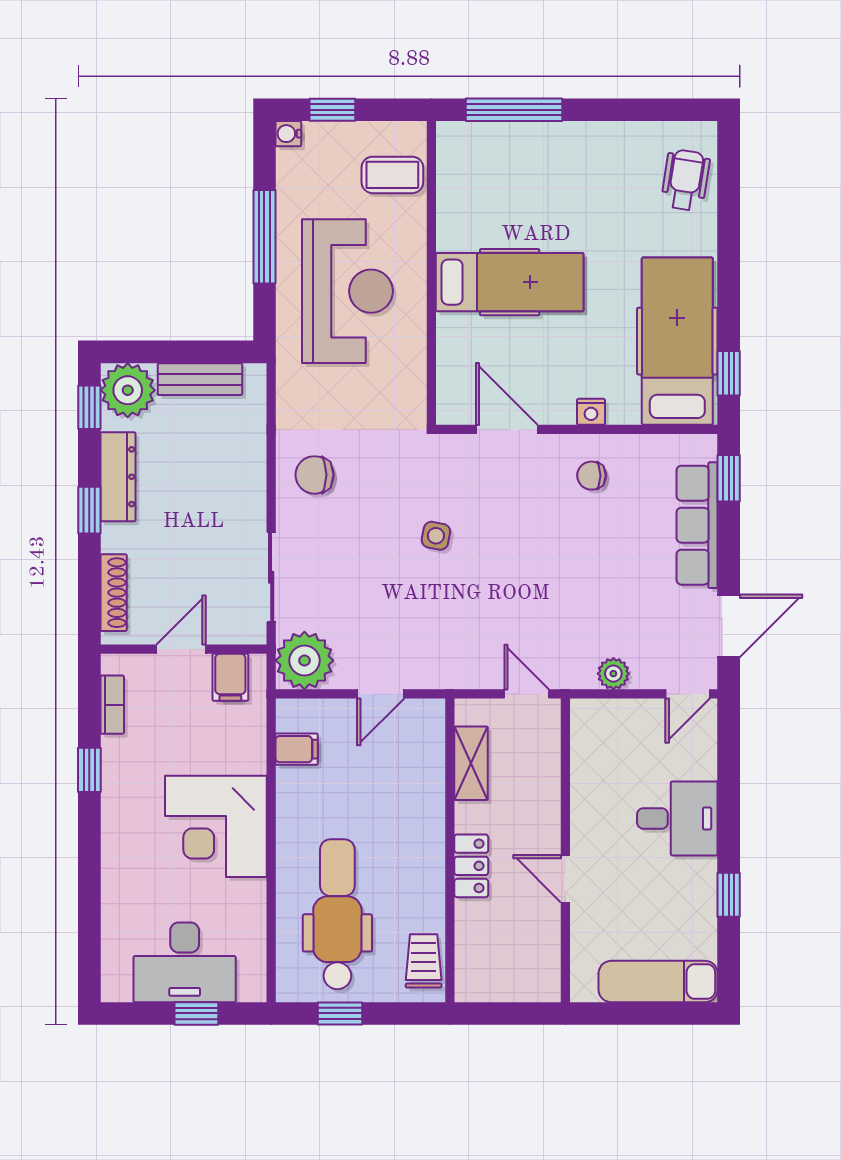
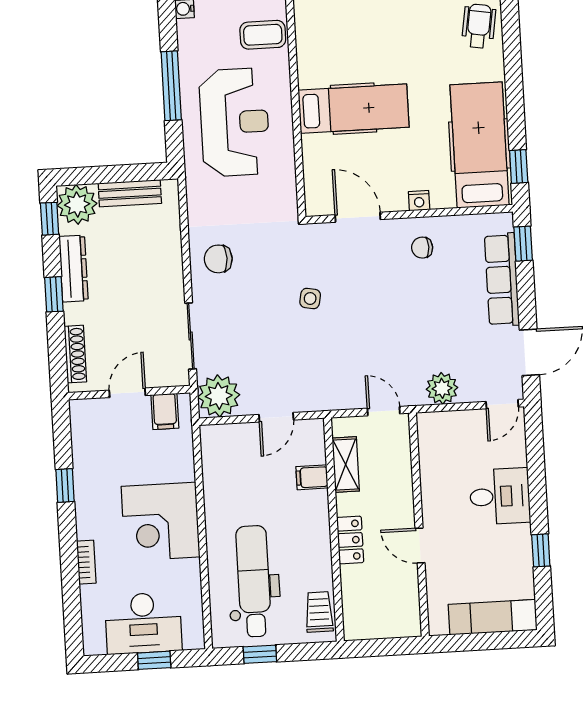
plant: (613, 674) -> (442, 388), width x1.38, depth x1.38
bookcase: (112, 705) -> (86, 562), moved
filing cabinet: (297, 749) -> (312, 477), moved, turned 180

